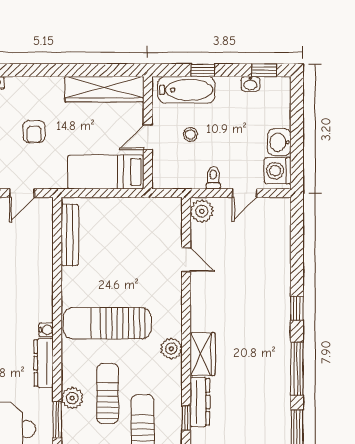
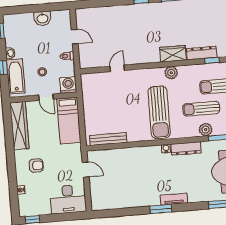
washbasin: (250, 84) -> (10, 53), moved
armchair: (34, 132) -> (36, 166), moved
washing machine: (278, 171) -> (68, 85), moved, turned 180
plant: (202, 211) -> (87, 61), removed

